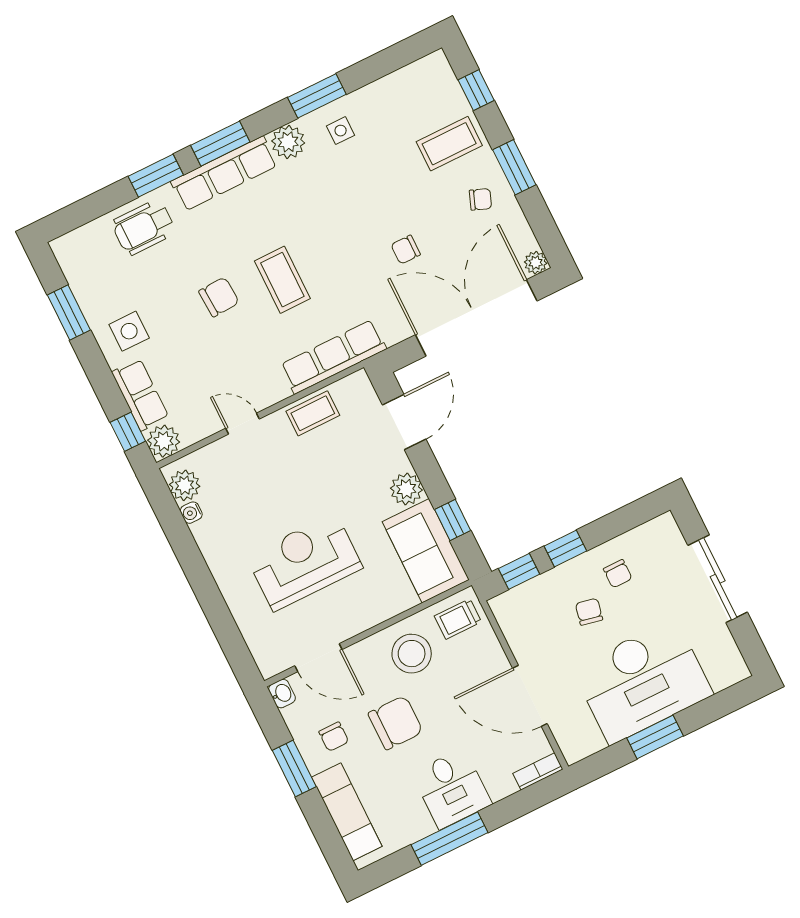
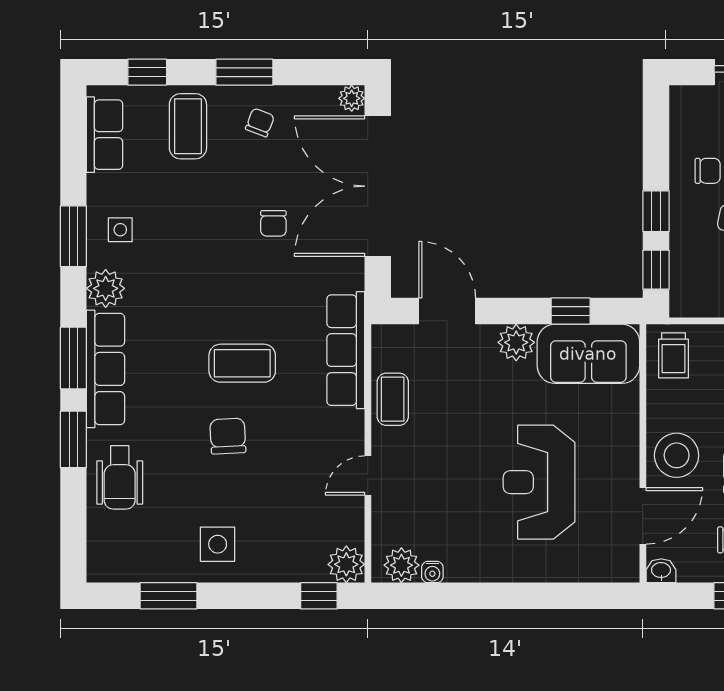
row of seats: (140, 395) -> (105, 135), moved, turned 90
stool: (412, 654) -> (677, 455), moved

